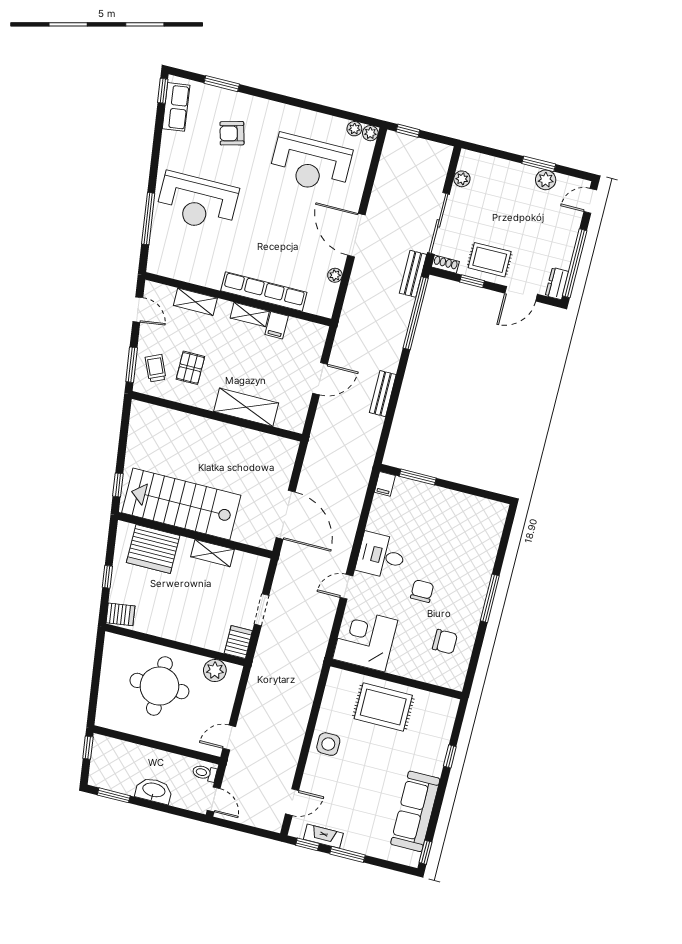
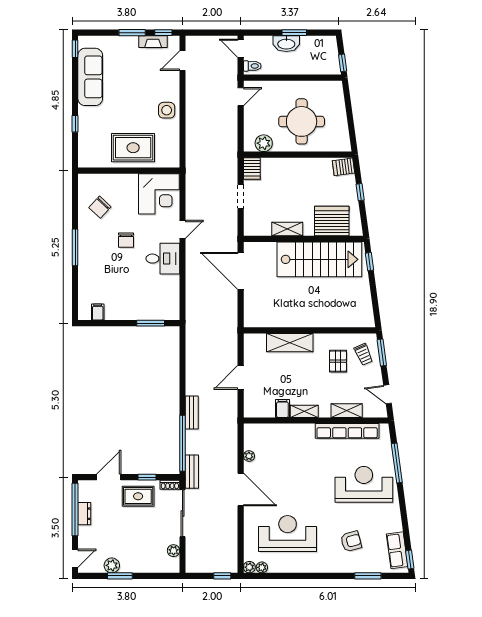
dresser: (557, 284) -> (84, 514), moved
row of seats: (264, 291) -> (347, 431), moved
bench: (383, 394) -> (192, 412), moved
filing cabinet: (385, 484) -> (98, 312), moved
chair: (445, 642) -> (100, 207), turned -47
window: (114, 795) -> (294, 33), moved

